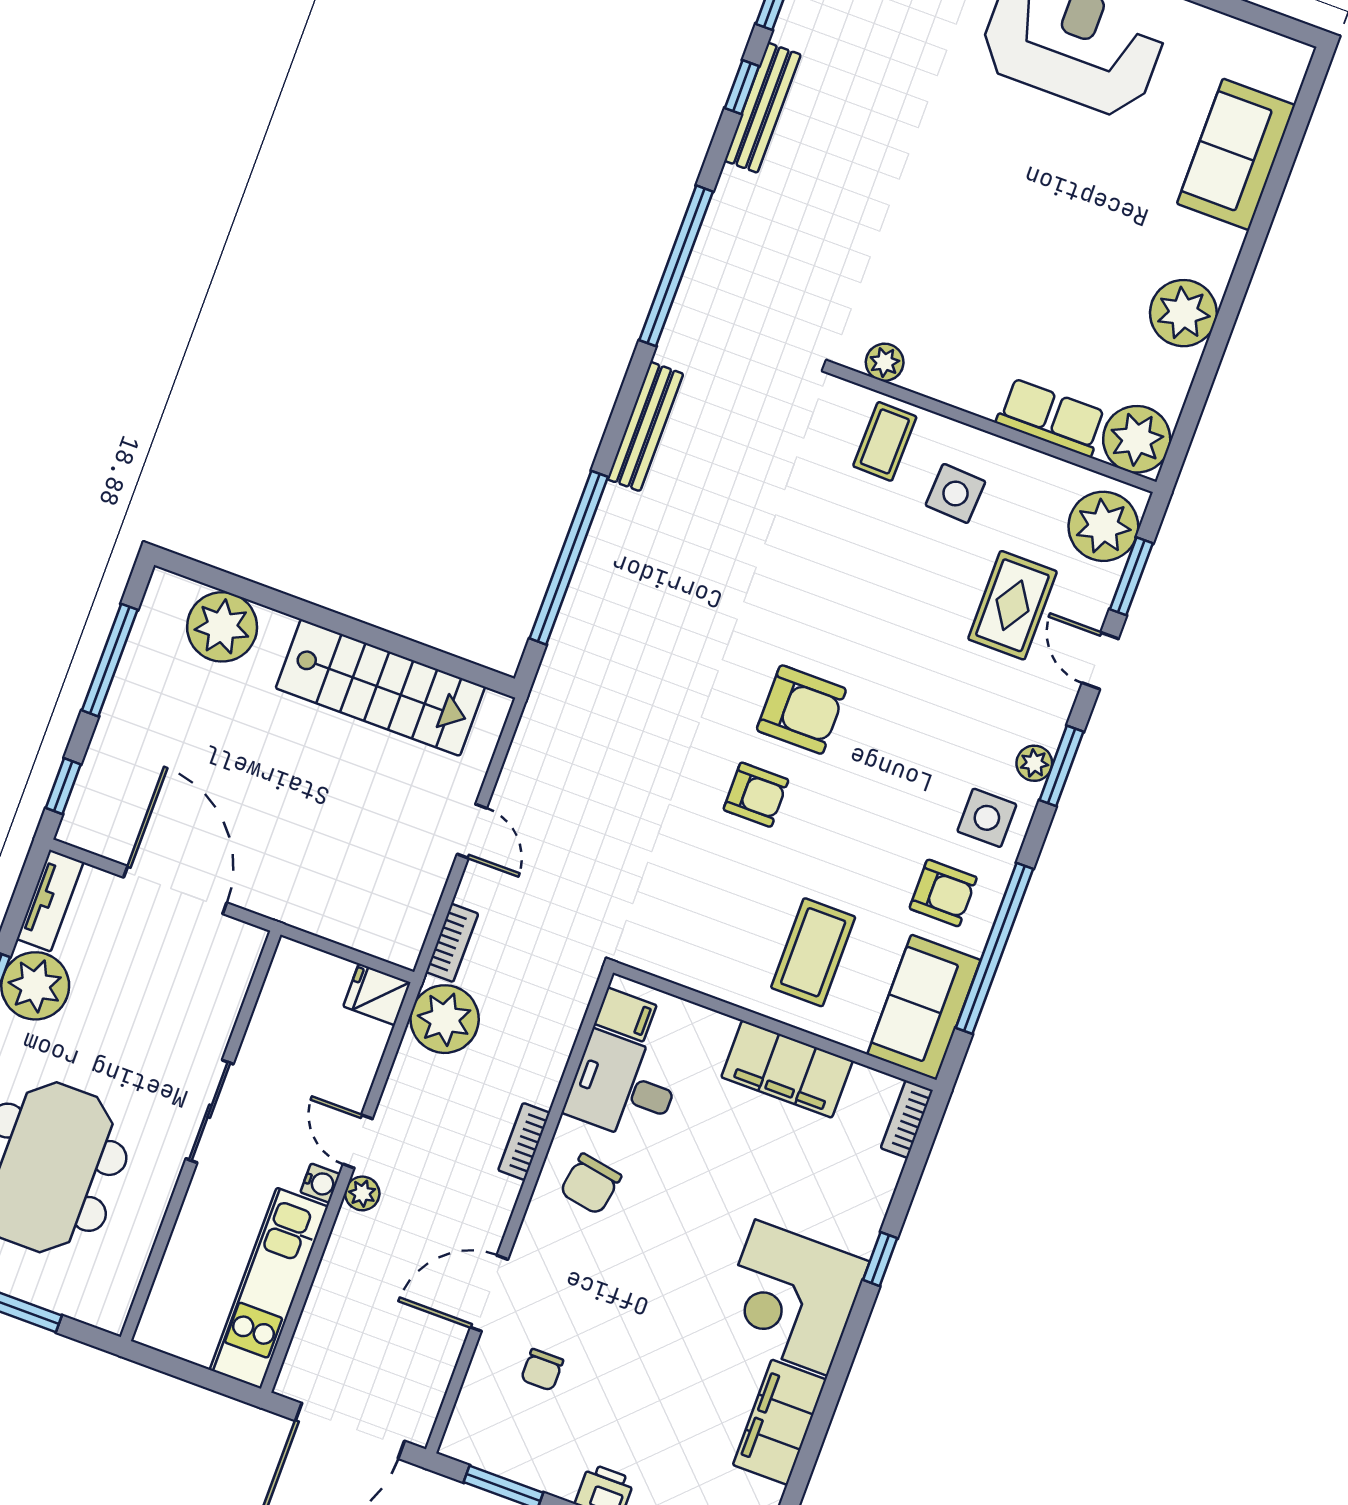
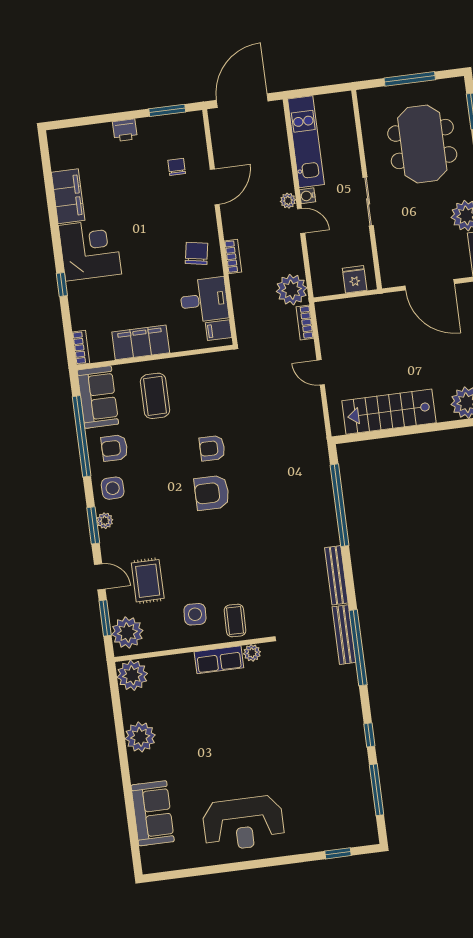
bench: (763, 108) -> (344, 635), moved
row of seats: (1051, 418) -> (219, 660), moved
fridge: (377, 994) -> (355, 279), moved, turned -90

